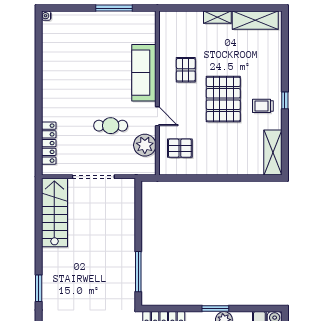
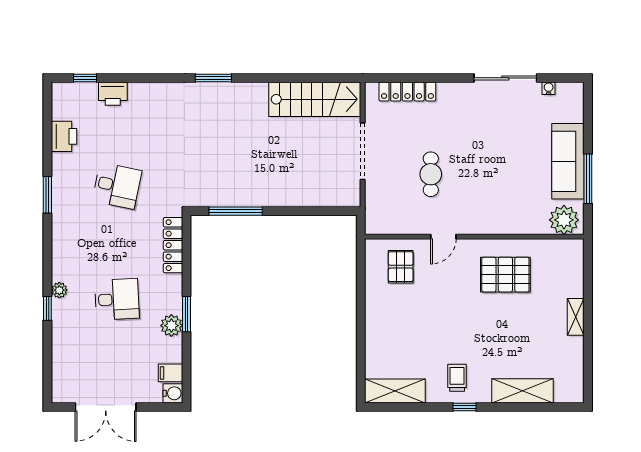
water cooler: (46, 16) -> (549, 88), moved
shelving: (255, 20) -> (523, 391), moved, turned 90
sliding door: (39, 70) -> (505, 78), added
pallet: (186, 70) -> (505, 275), width x1.50, depth x1.42
sofa: (144, 73) -> (568, 161), moved, turned -90
pallet: (223, 99) -> (466, 325), removed
plant: (145, 145) -> (564, 220), moved

